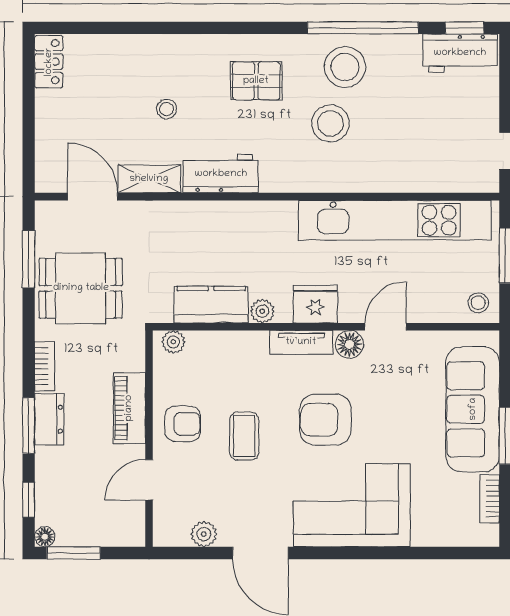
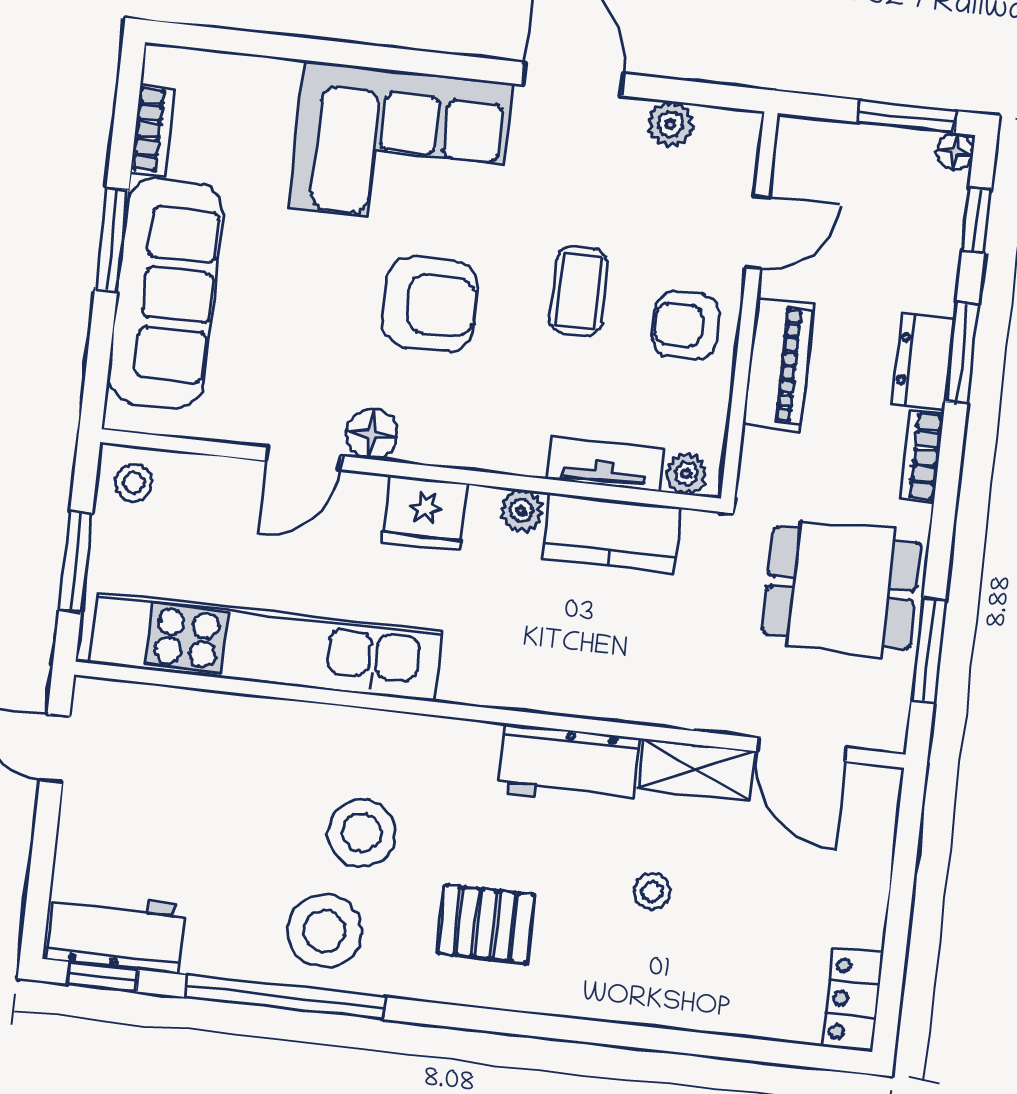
tv unit: (301, 342) -> (605, 464), moved

